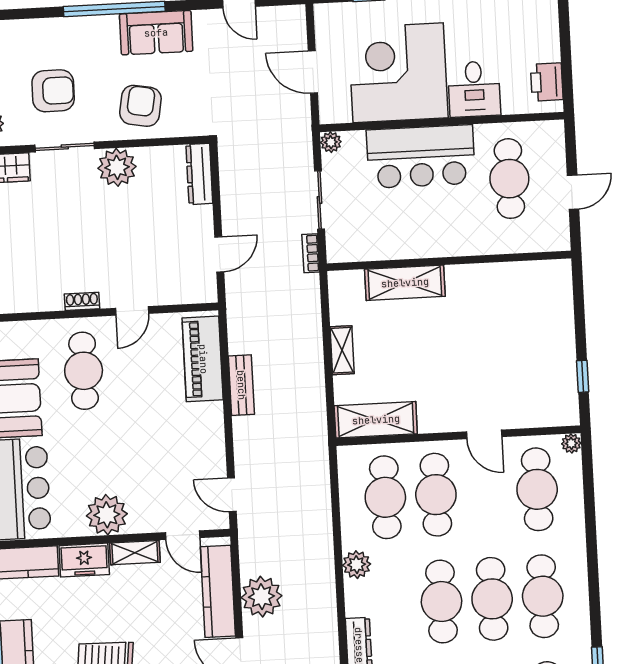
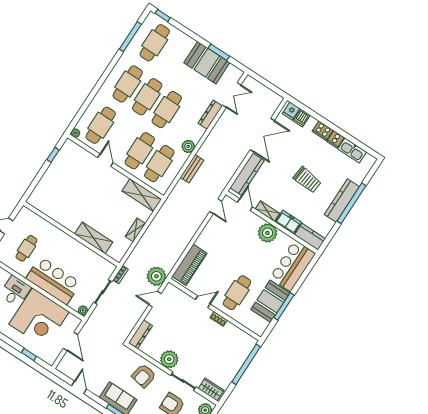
cafe table: (509, 179) -> (26, 248), width x0.73, depth x0.74
bench: (241, 385) -> (192, 169), moved
plant: (262, 597) -> (156, 276), moved

